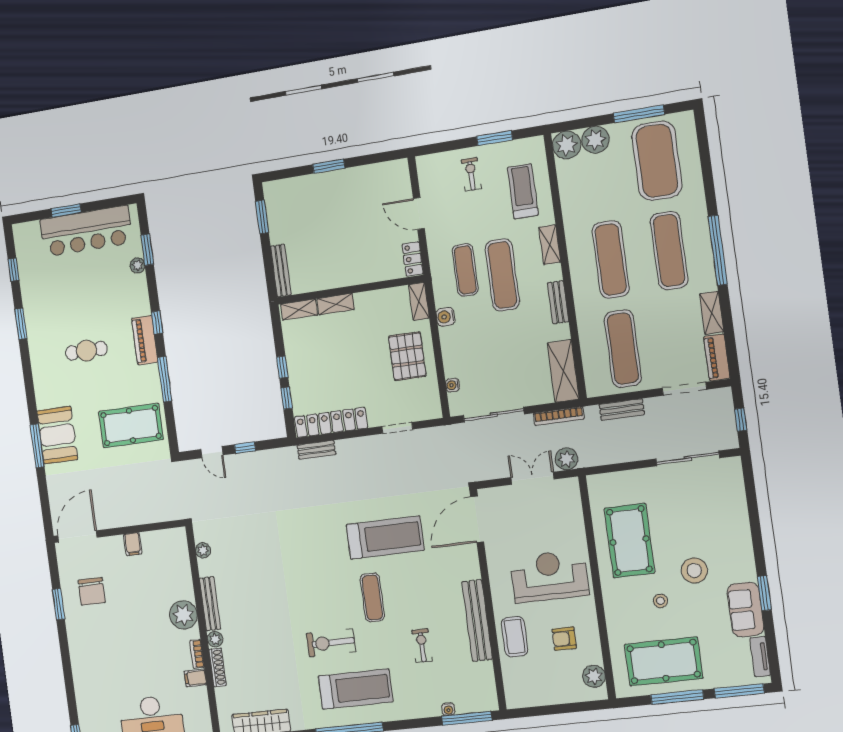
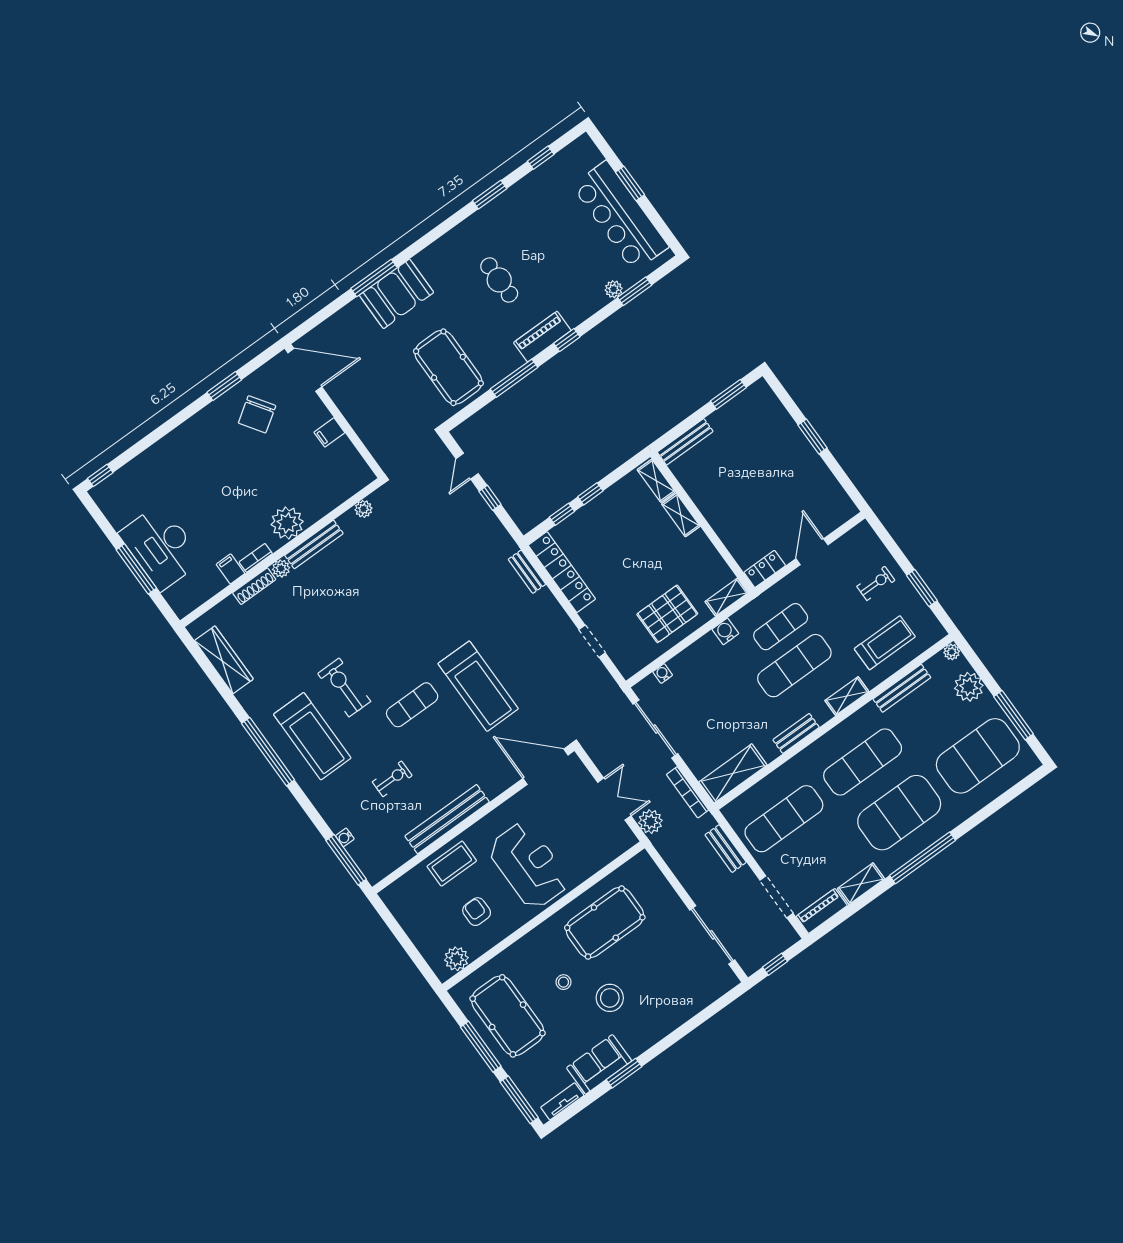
plant: (567, 145) -> (952, 652), width x0.53, depth x0.53
bench: (567, 196) -> (902, 688), added
exercise mat: (669, 251) -> (899, 813), width x1.47
chair: (92, 591) -> (257, 414), turned -34

